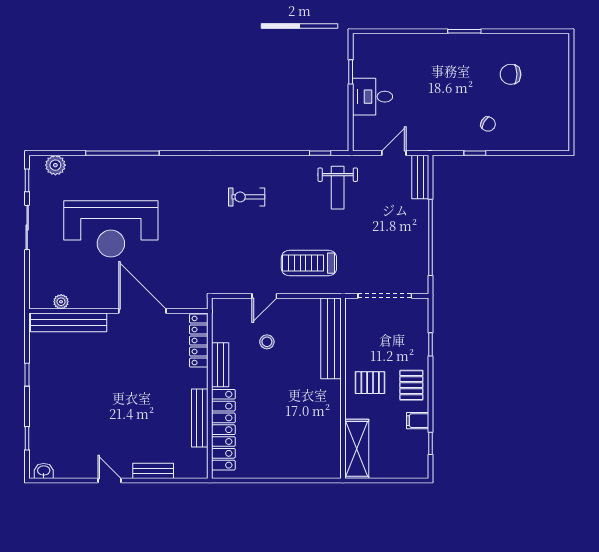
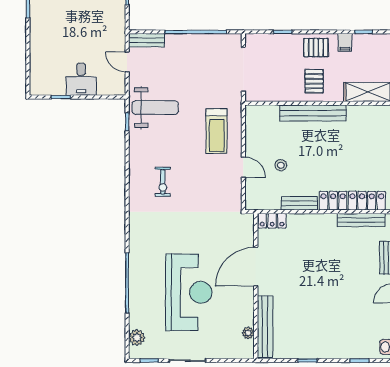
weight bench: (338, 188) -> (155, 108), width x1.36, depth x1.33
bench: (331, 338) -> (313, 113), moved
locker: (199, 341) -> (272, 221), width x0.66
bench: (200, 418) -> (361, 220), moved

